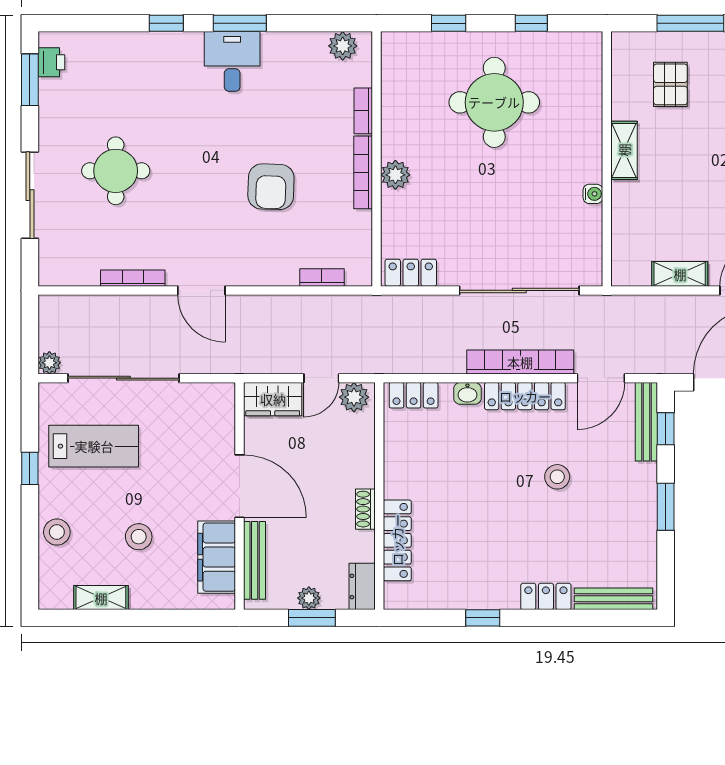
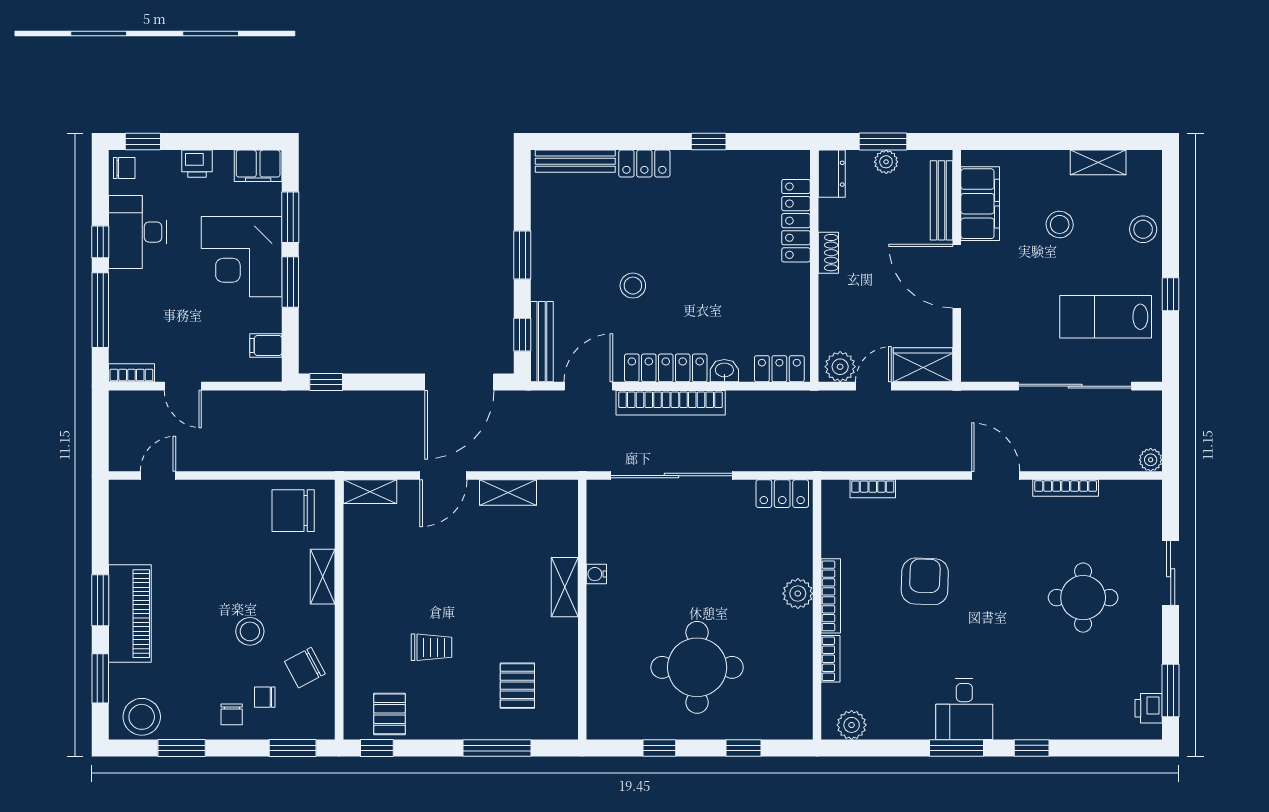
shelving: (624, 150) -> (565, 587), moved
sliding door: (30, 195) -> (1171, 573), width x0.73
plant: (49, 363) -> (1151, 460), moved

